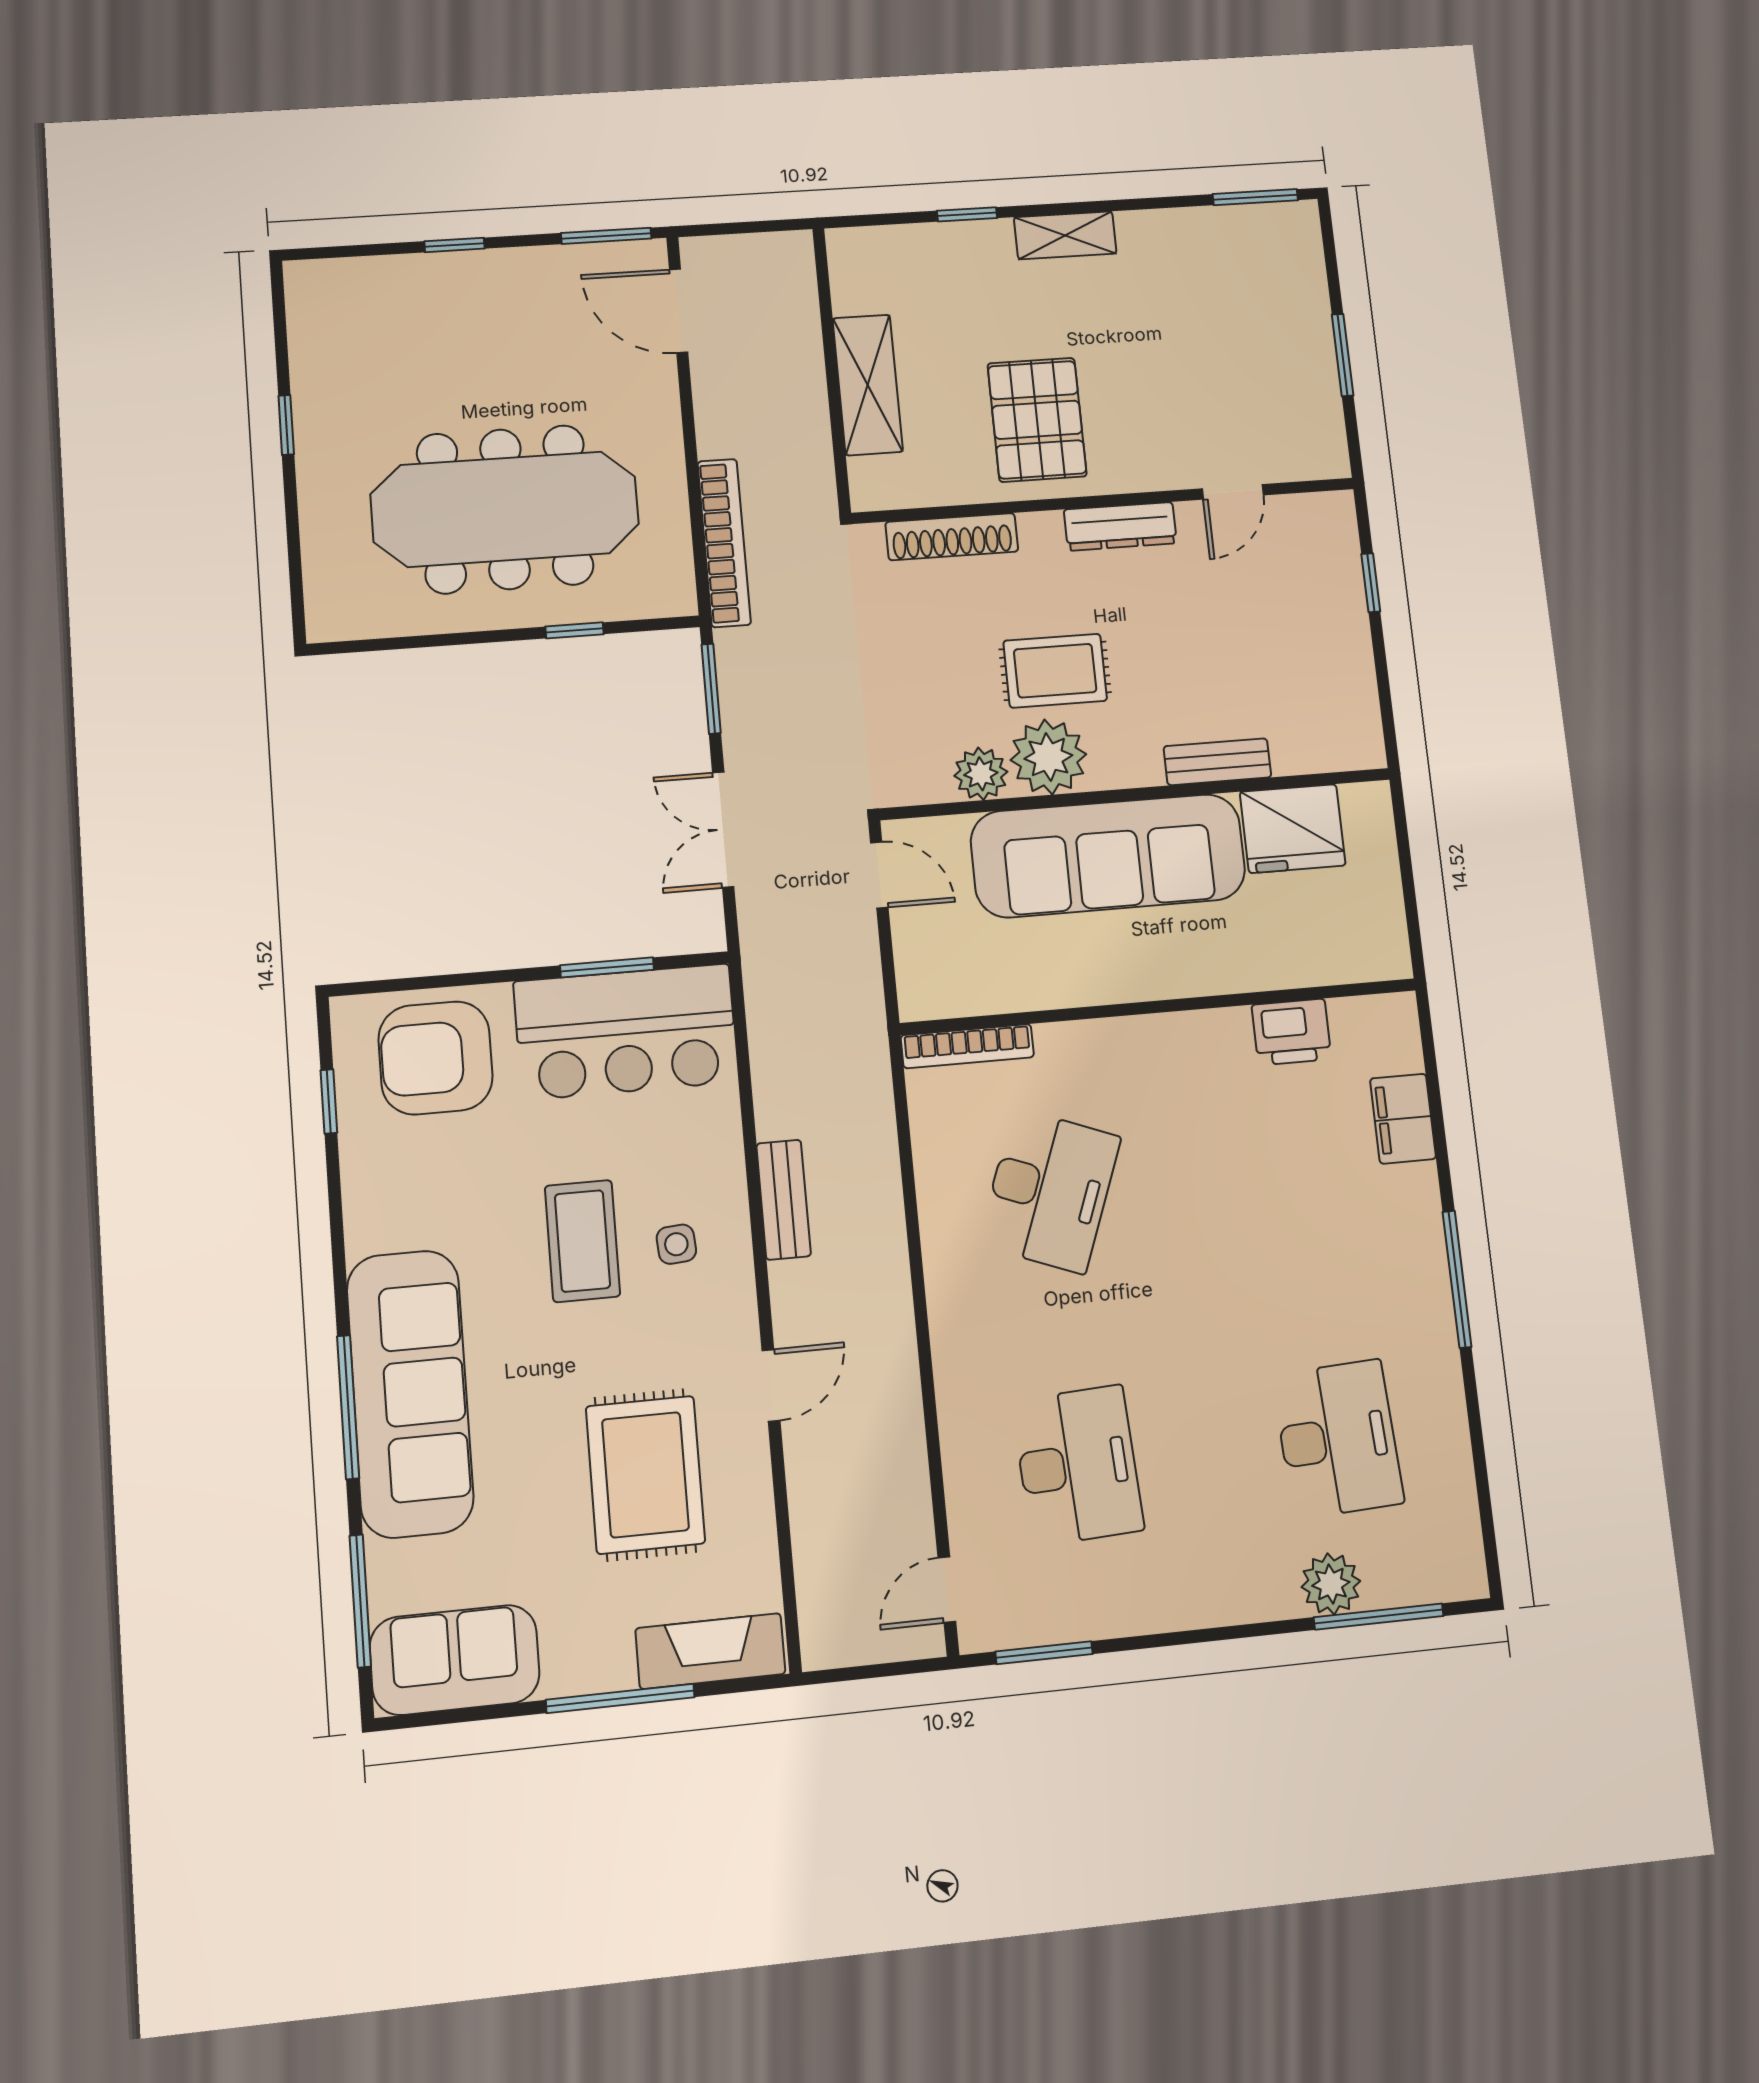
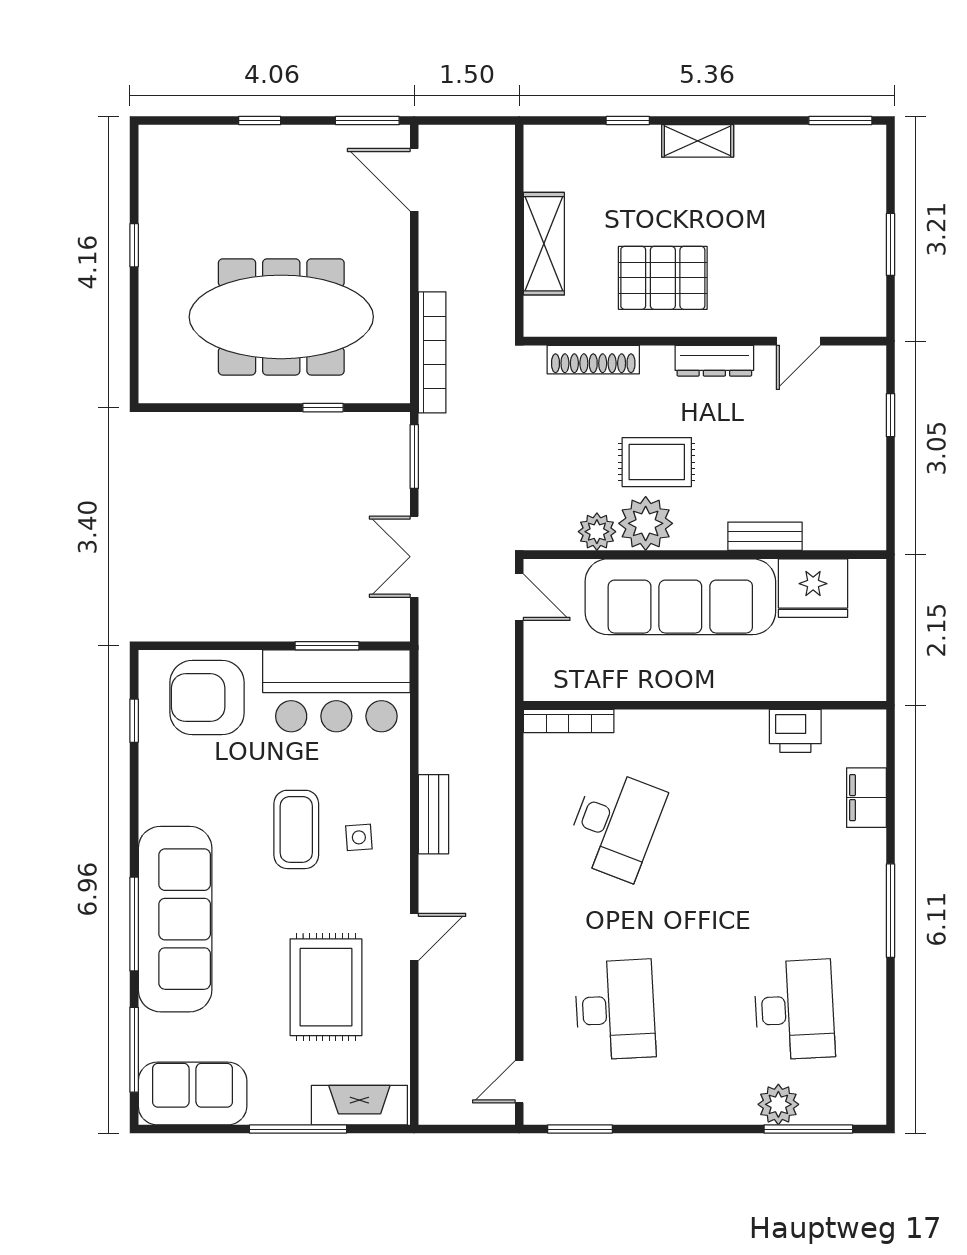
pallet: (1037, 420) -> (663, 278), turned 90

